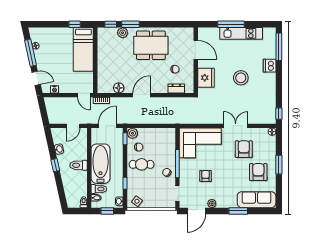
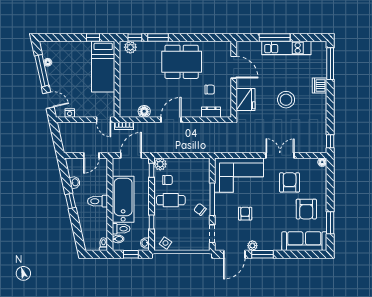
plant: (123, 33) -> (130, 47), moved
window: (279, 165) -> (330, 223), moved
armchair: (258, 172) -> (306, 209), turned 180
window: (238, 211) -> (263, 254), moved

